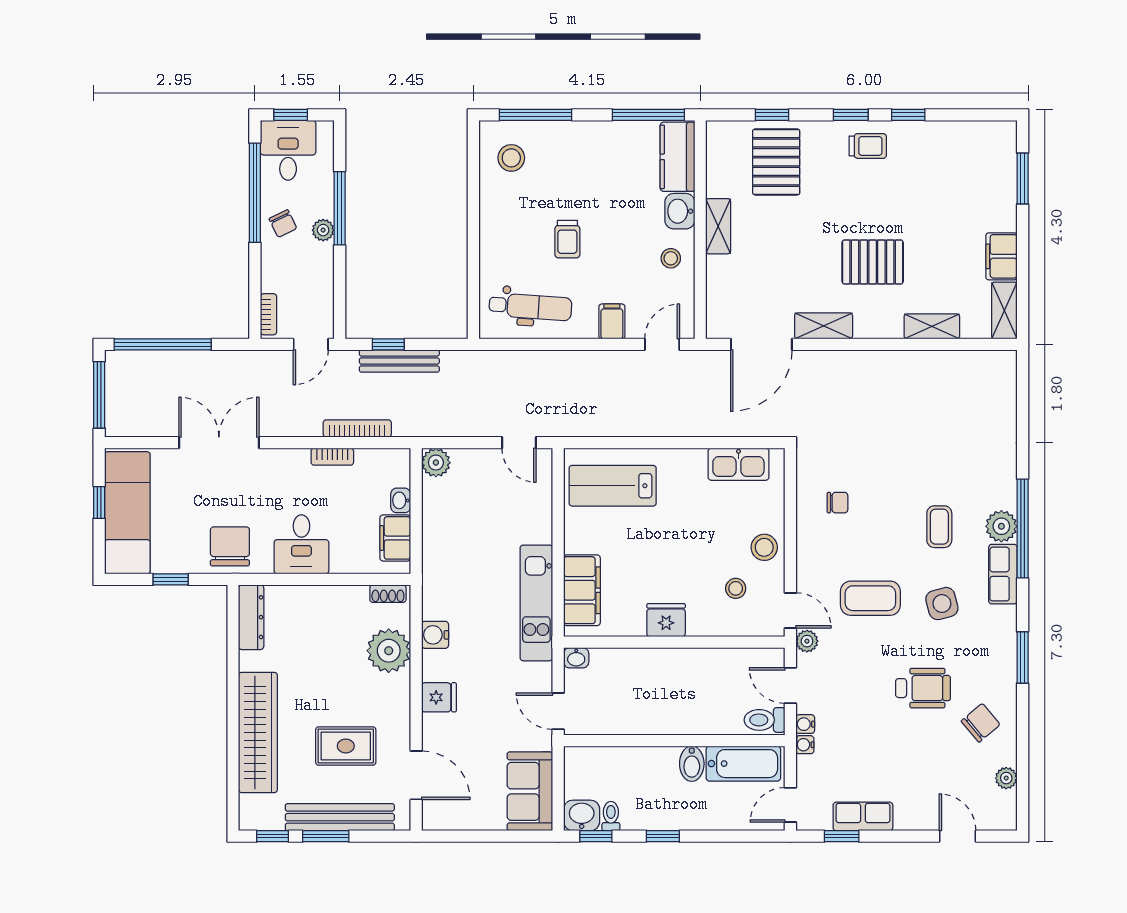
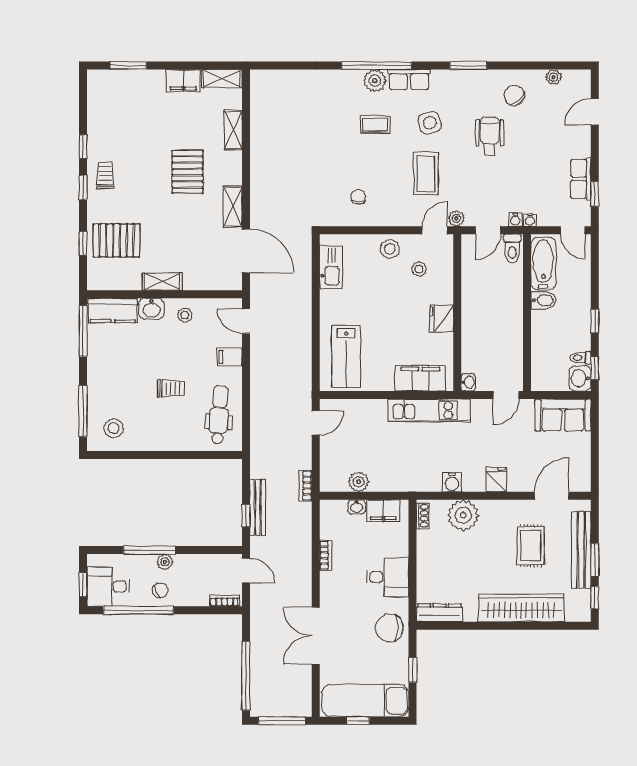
bookcase: (357, 429) -> (306, 486), moved, width x0.64
plant: (436, 463) -> (359, 482), moved

